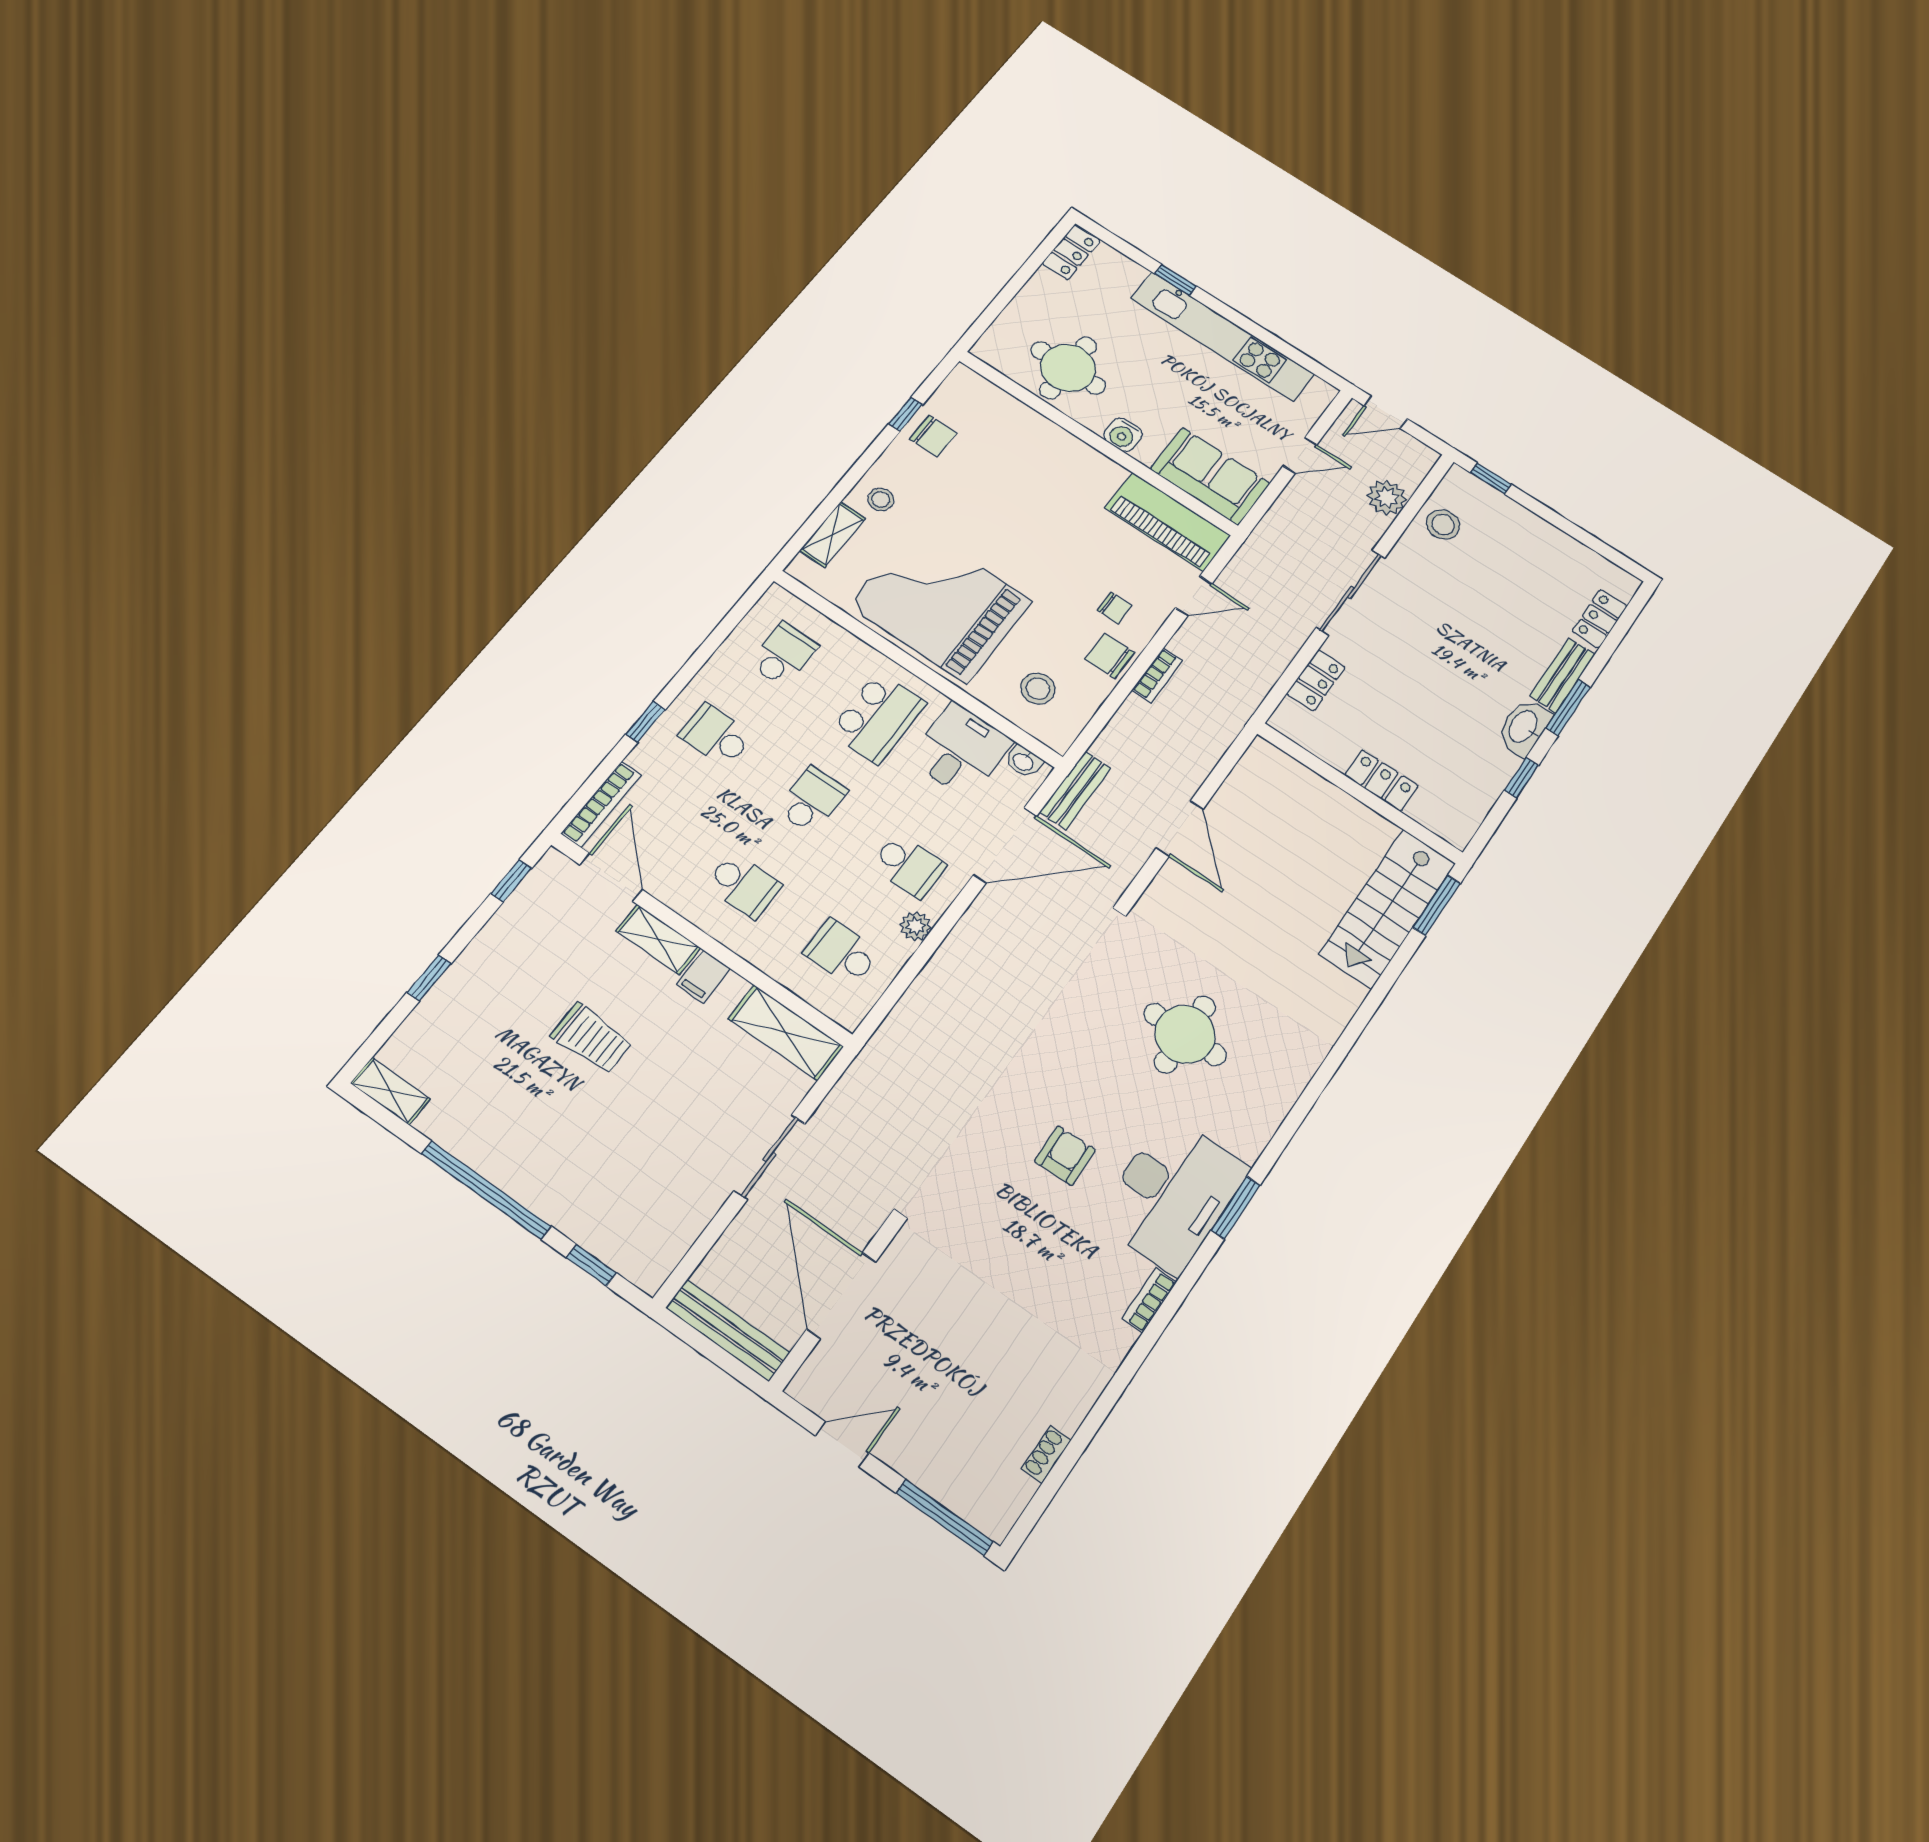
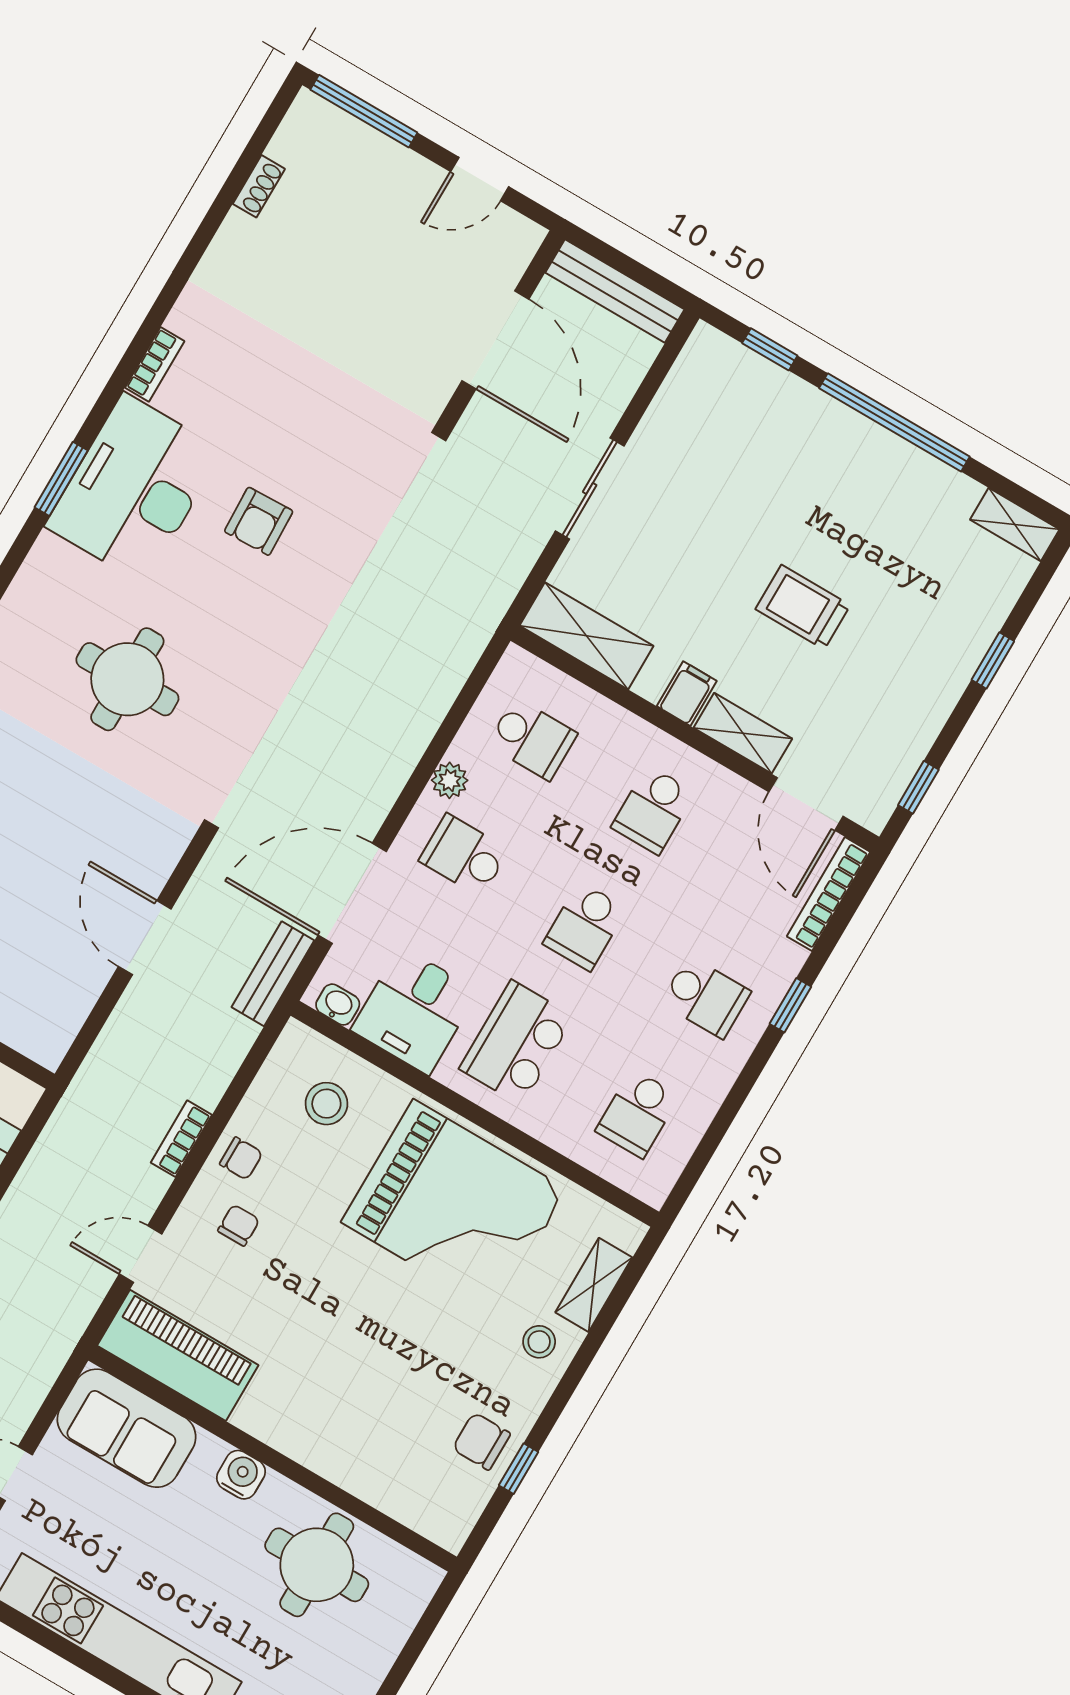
chair: (1115, 608) -> (239, 1225), turned 90
chair: (1110, 656) -> (241, 1158), width x0.73, depth x0.73
school desk: (744, 885) -> (653, 810), turned -90

